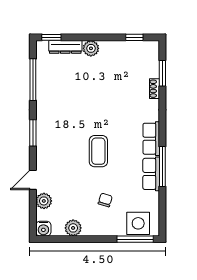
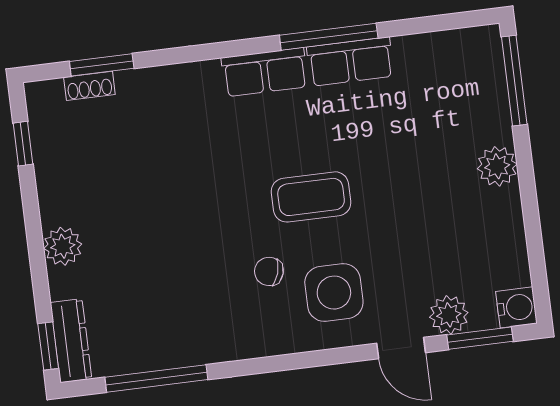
dresser: (65, 47) -> (71, 341), moved
shoe rack: (154, 89) -> (89, 86), moved
window: (33, 133) -> (480, 338), moved
chair: (105, 200) -> (269, 271), moved
side table: (138, 223) -> (334, 293), moved
plant: (73, 228) -> (497, 166), moved

